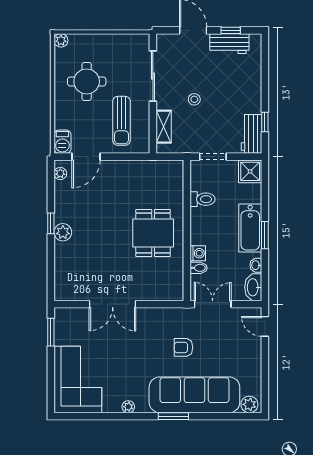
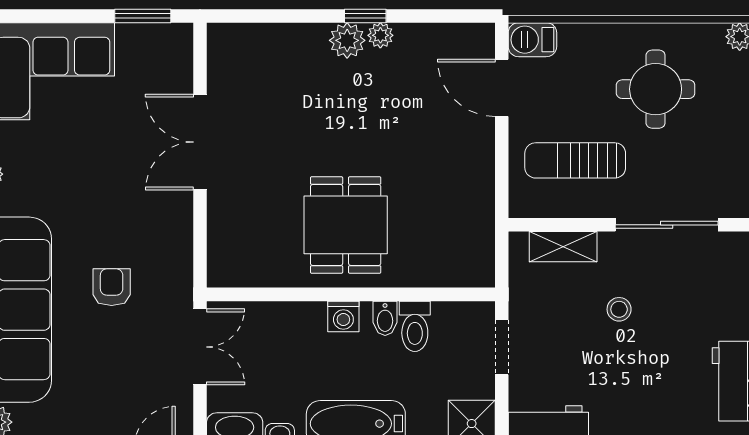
plant: (60, 173) -> (380, 35), moved
dining table: (153, 233) -> (346, 225), turned 90
washing machine: (198, 253) -> (343, 316), moved
bidet: (199, 268) -> (385, 318), moved

